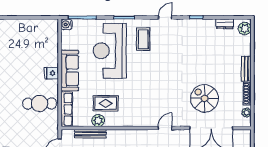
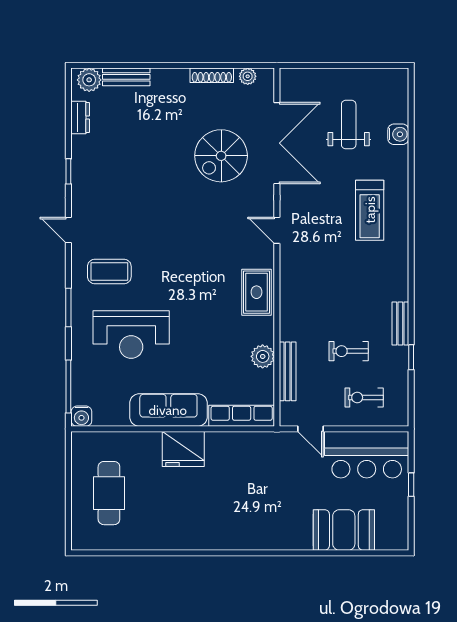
reception desk: (110, 51) -> (131, 335), width x0.74, depth x0.77
bench: (246, 69) -> (126, 77), moved
fridge: (51, 73) -> (183, 449), width x1.88, depth x1.34
rug: (106, 103) -> (256, 292), moved
cafe table: (40, 104) -> (109, 493), moved

